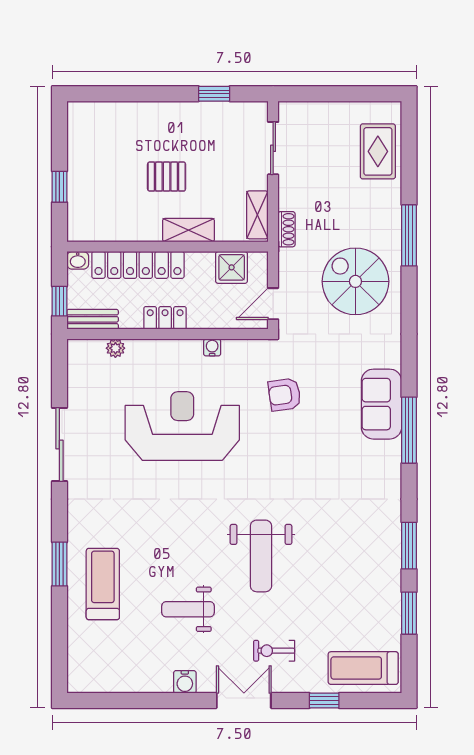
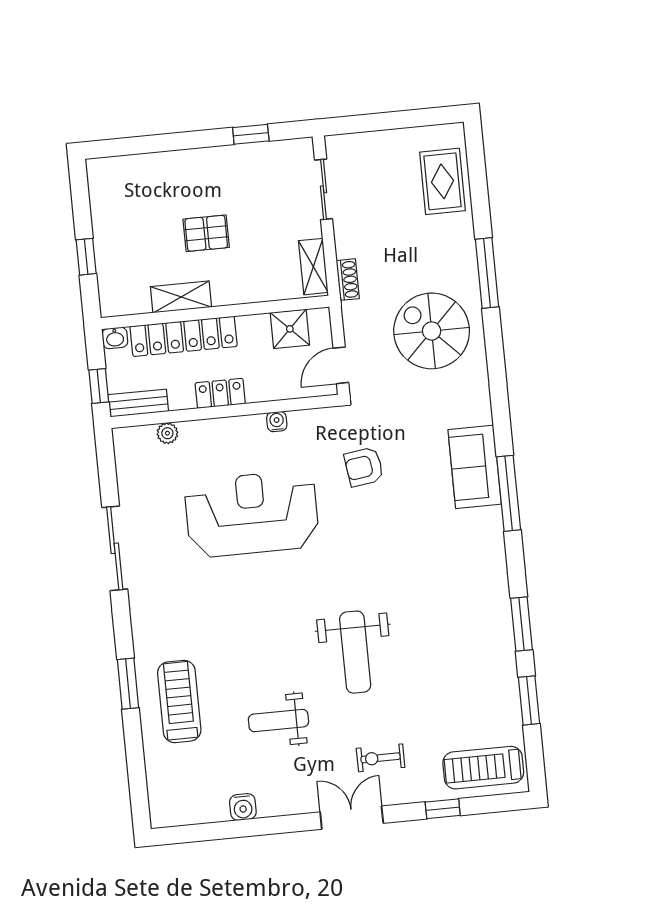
shelving: (189, 230) -> (181, 297), moved
water cooler: (185, 682) -> (243, 807), moved

